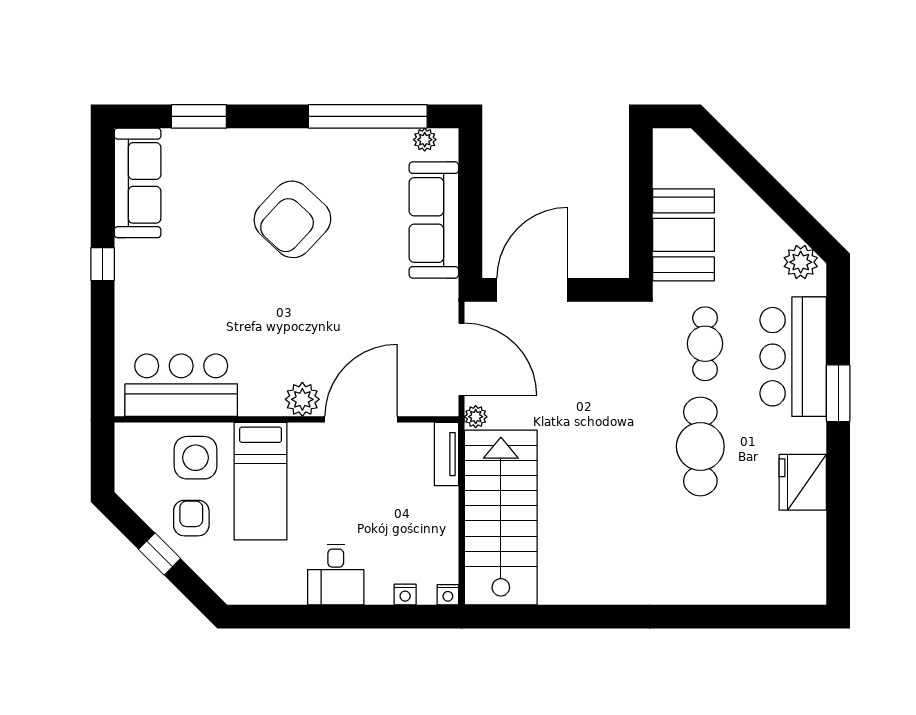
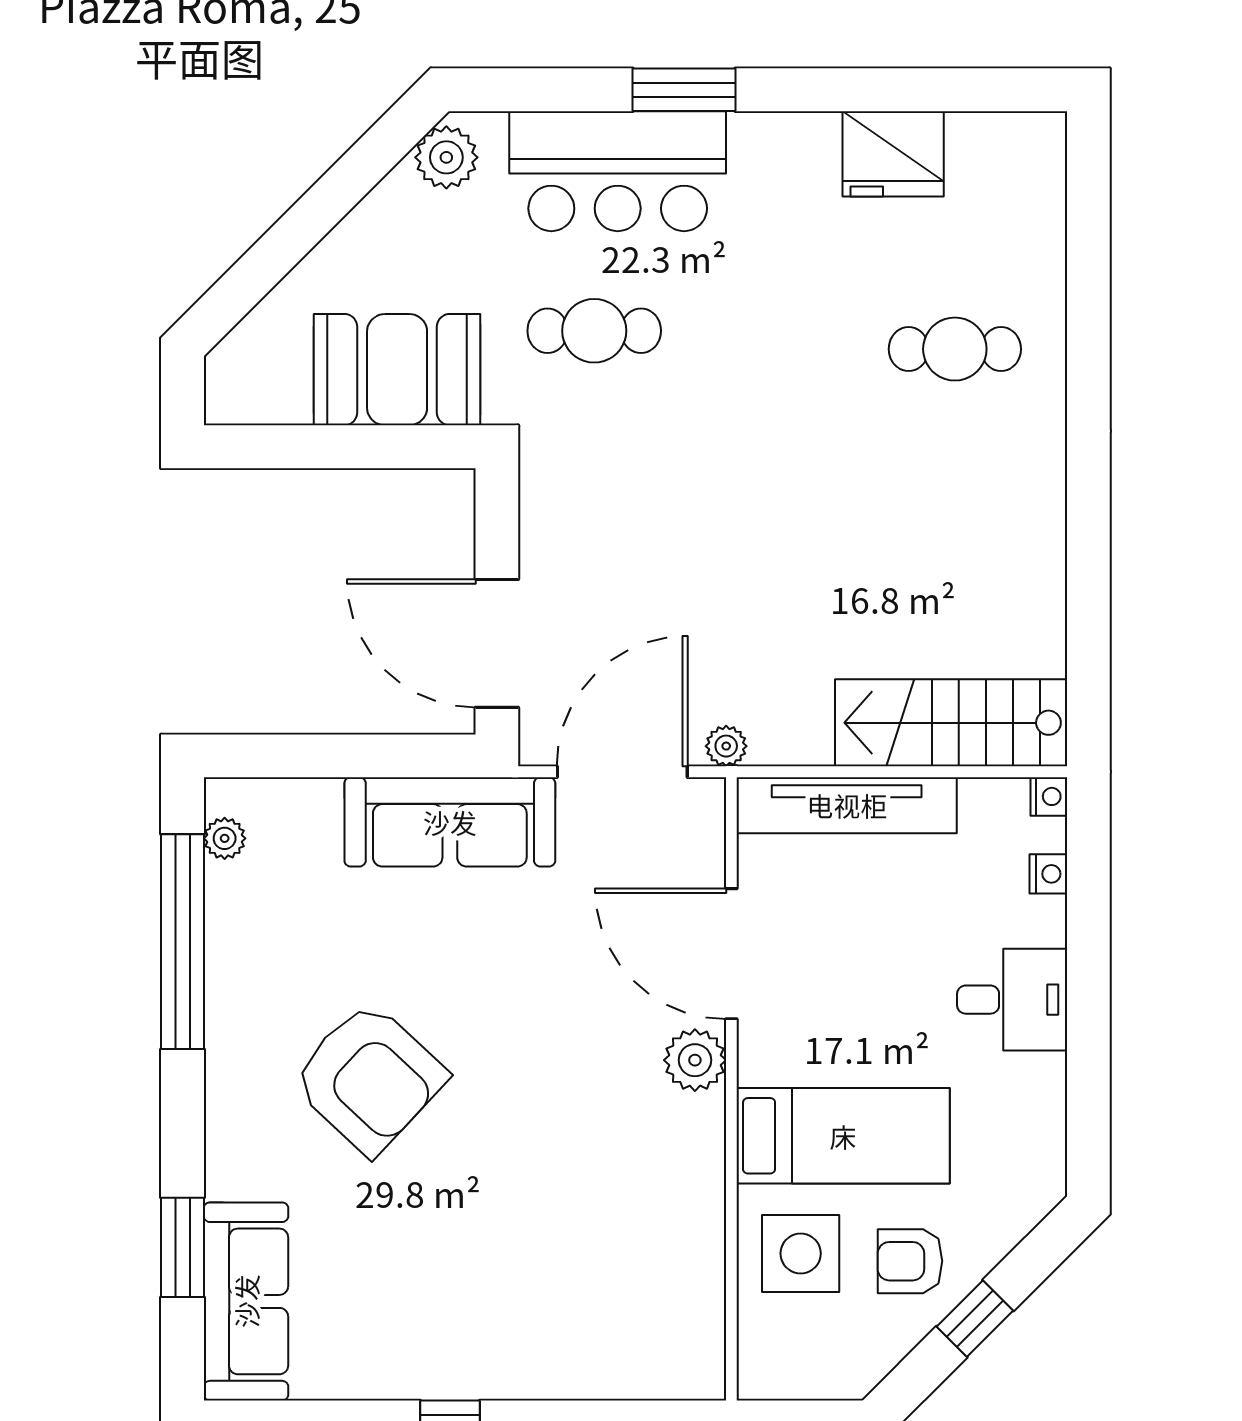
sofa: (138, 183) -> (246, 1301), moved, turned 90
sofa: (434, 220) -> (450, 822), moved
bar counter: (181, 385) -> (669, 1279), removed
cafe table: (700, 446) -> (955, 349), moved, width x0.73, depth x0.74
tv unit: (446, 454) -> (847, 805), width x1.92, depth x1.29
fridge: (803, 482) -> (893, 154), moved
stairs: (501, 517) -> (951, 723), width x0.73, depth x0.66

